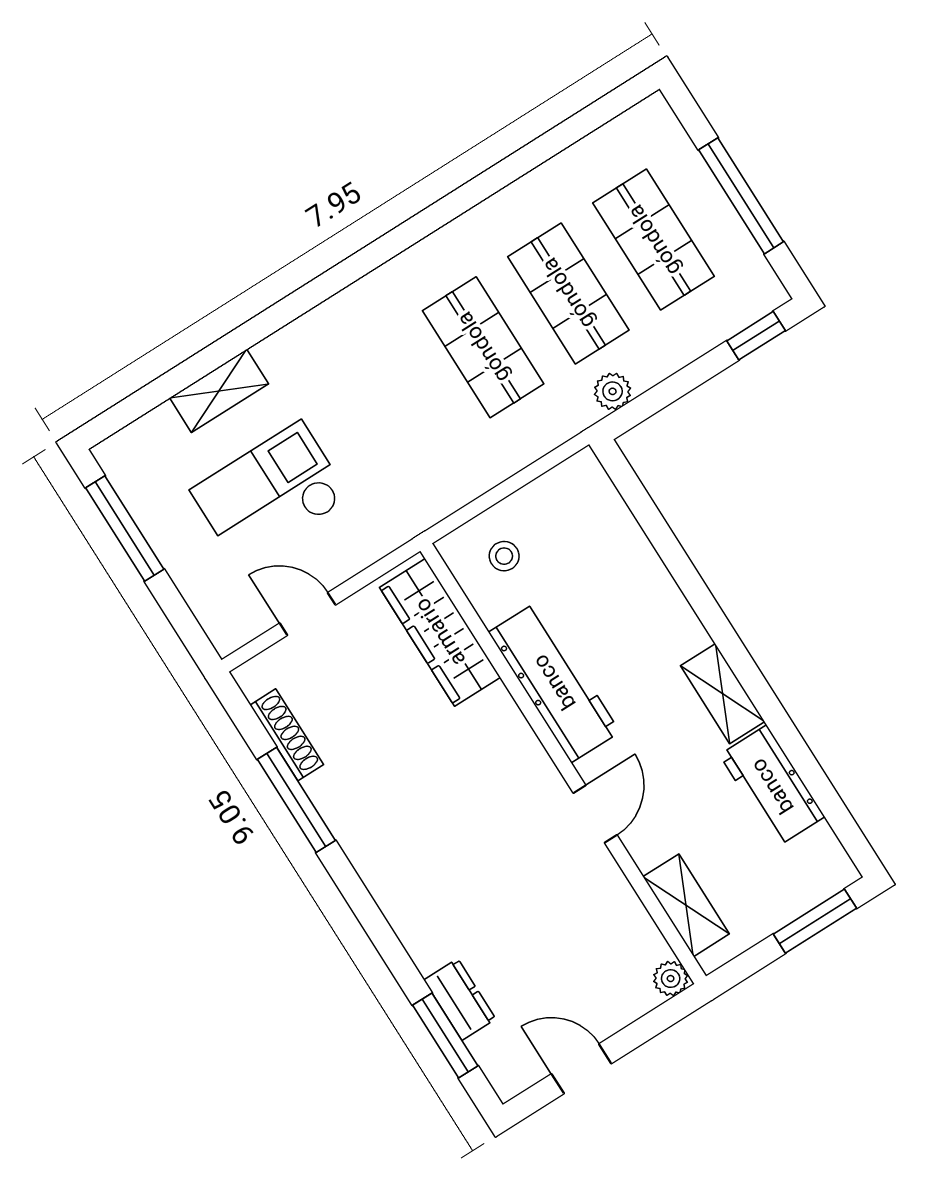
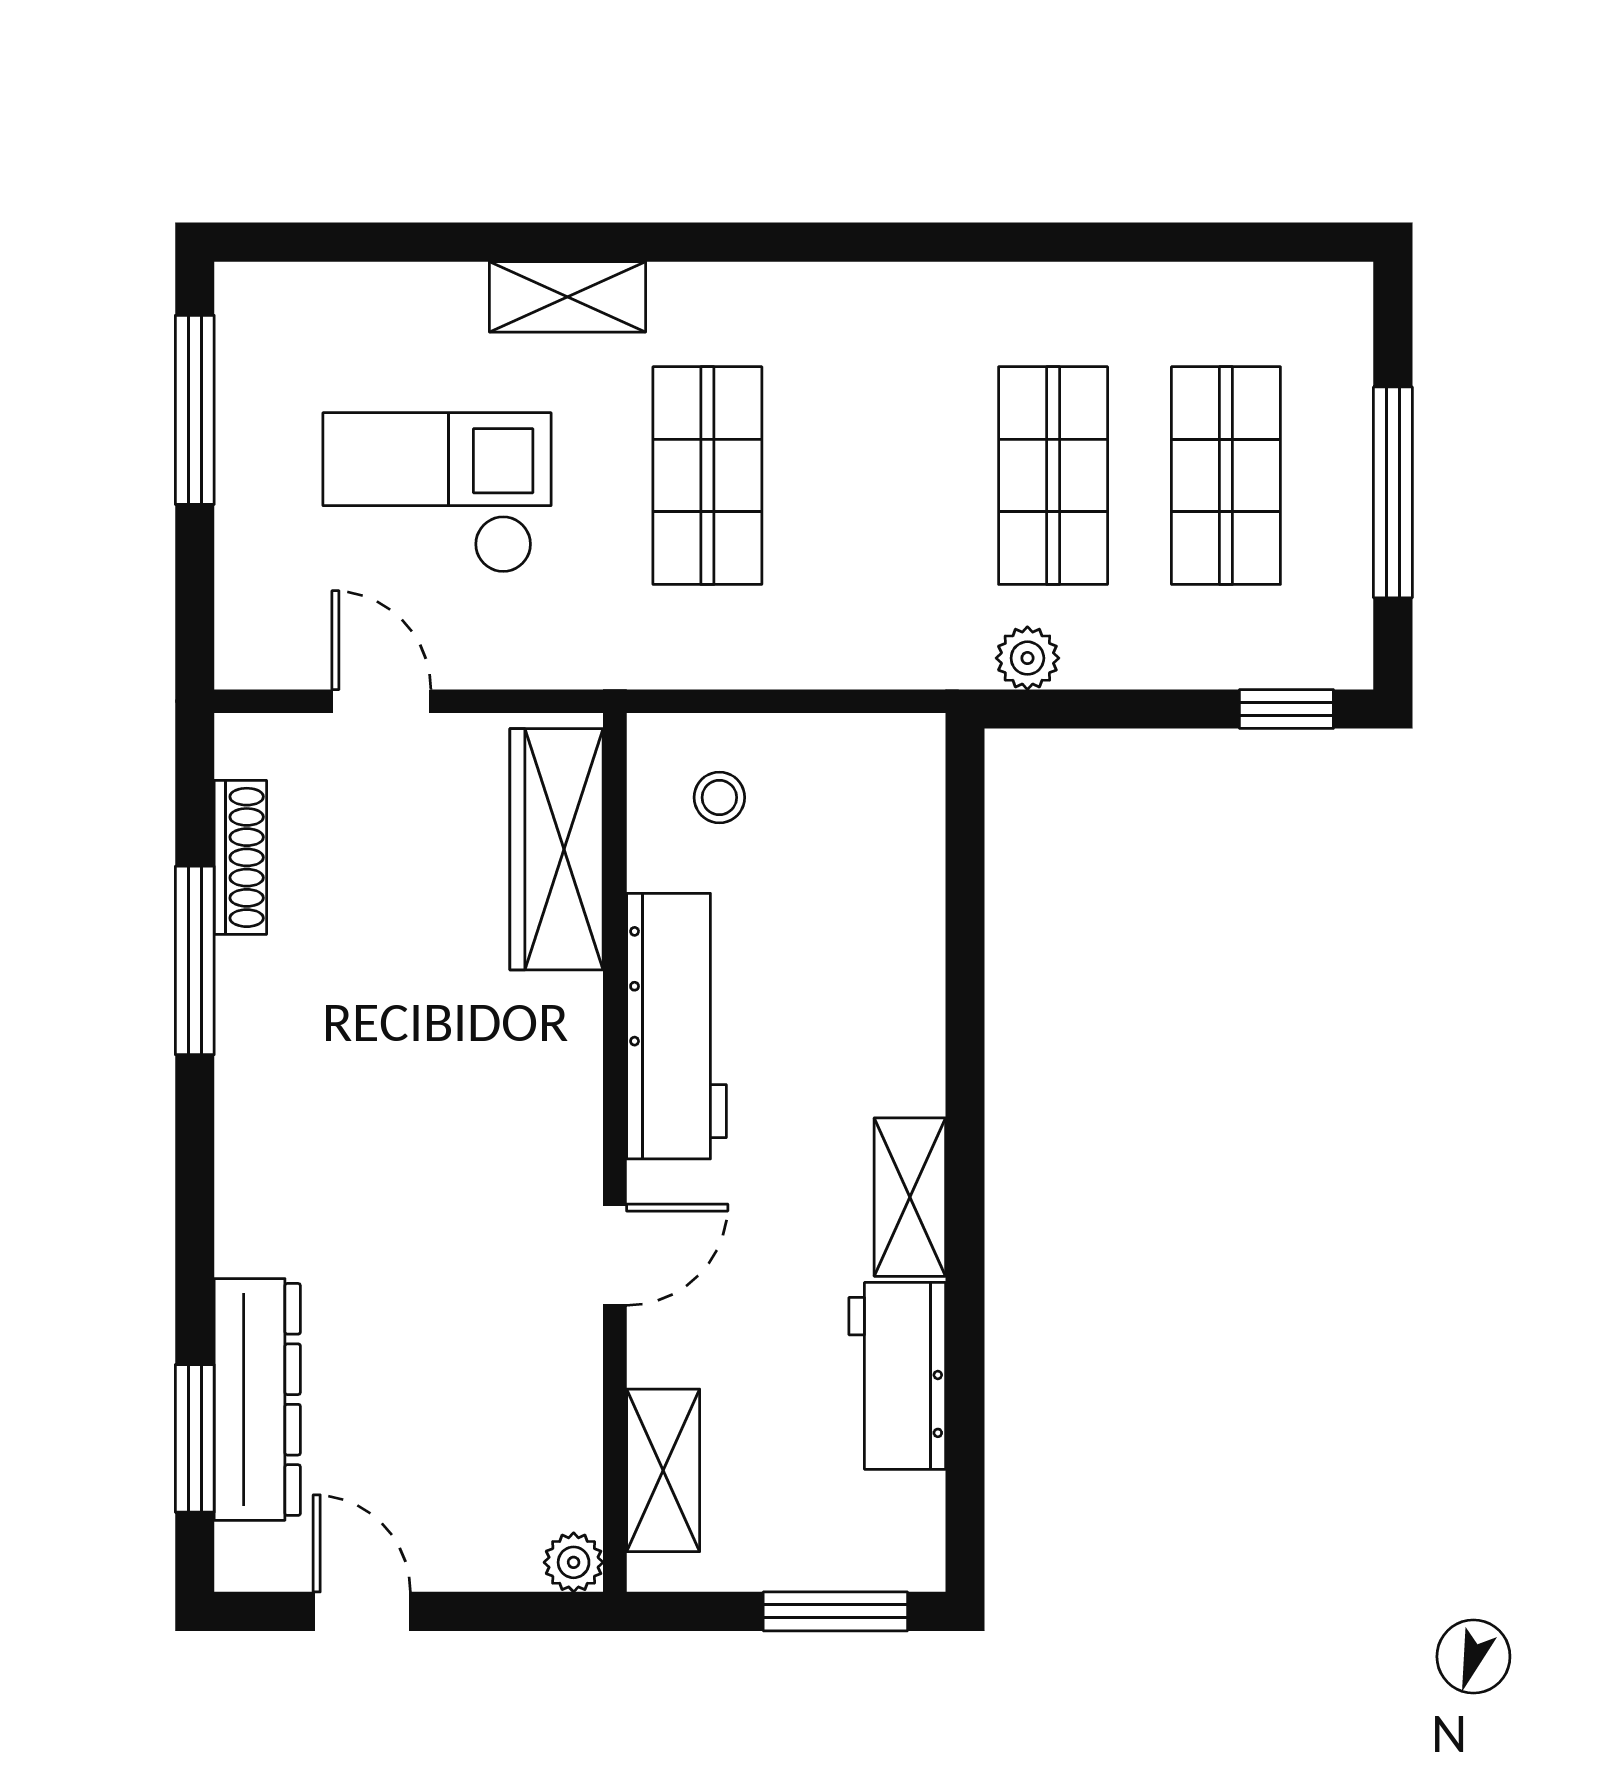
shop shelf: (483, 347) -> (707, 476), moved
shelving: (219, 391) -> (567, 297), moved
dresser: (460, 999) -> (257, 1399), width x1.96, depth x1.24

